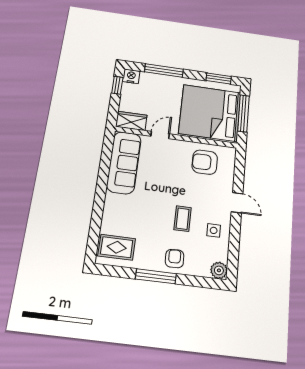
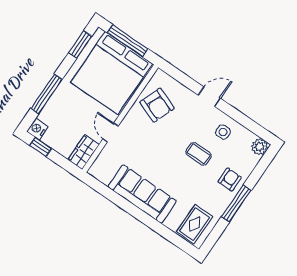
sofa: (124, 162) -> (142, 194), moved
armchair: (205, 162) -> (157, 105), turned -69
armchair: (175, 259) -> (230, 180), turned 92

